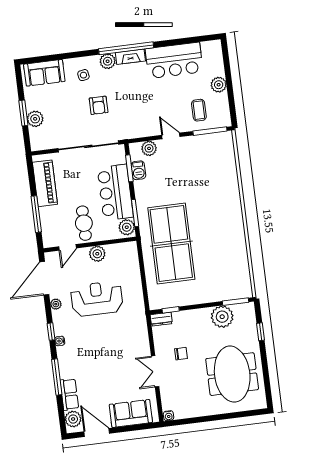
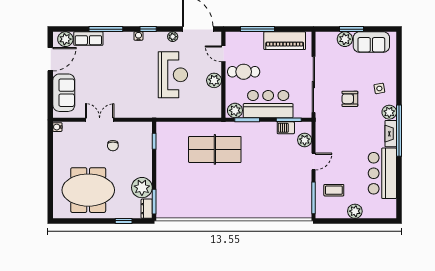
sofa: (44, 73) -> (371, 42), moved, turned -90
table tennis table: (171, 244) -> (215, 149), width x0.73, depth x0.76
dresser: (161, 319) -> (147, 209), moved

